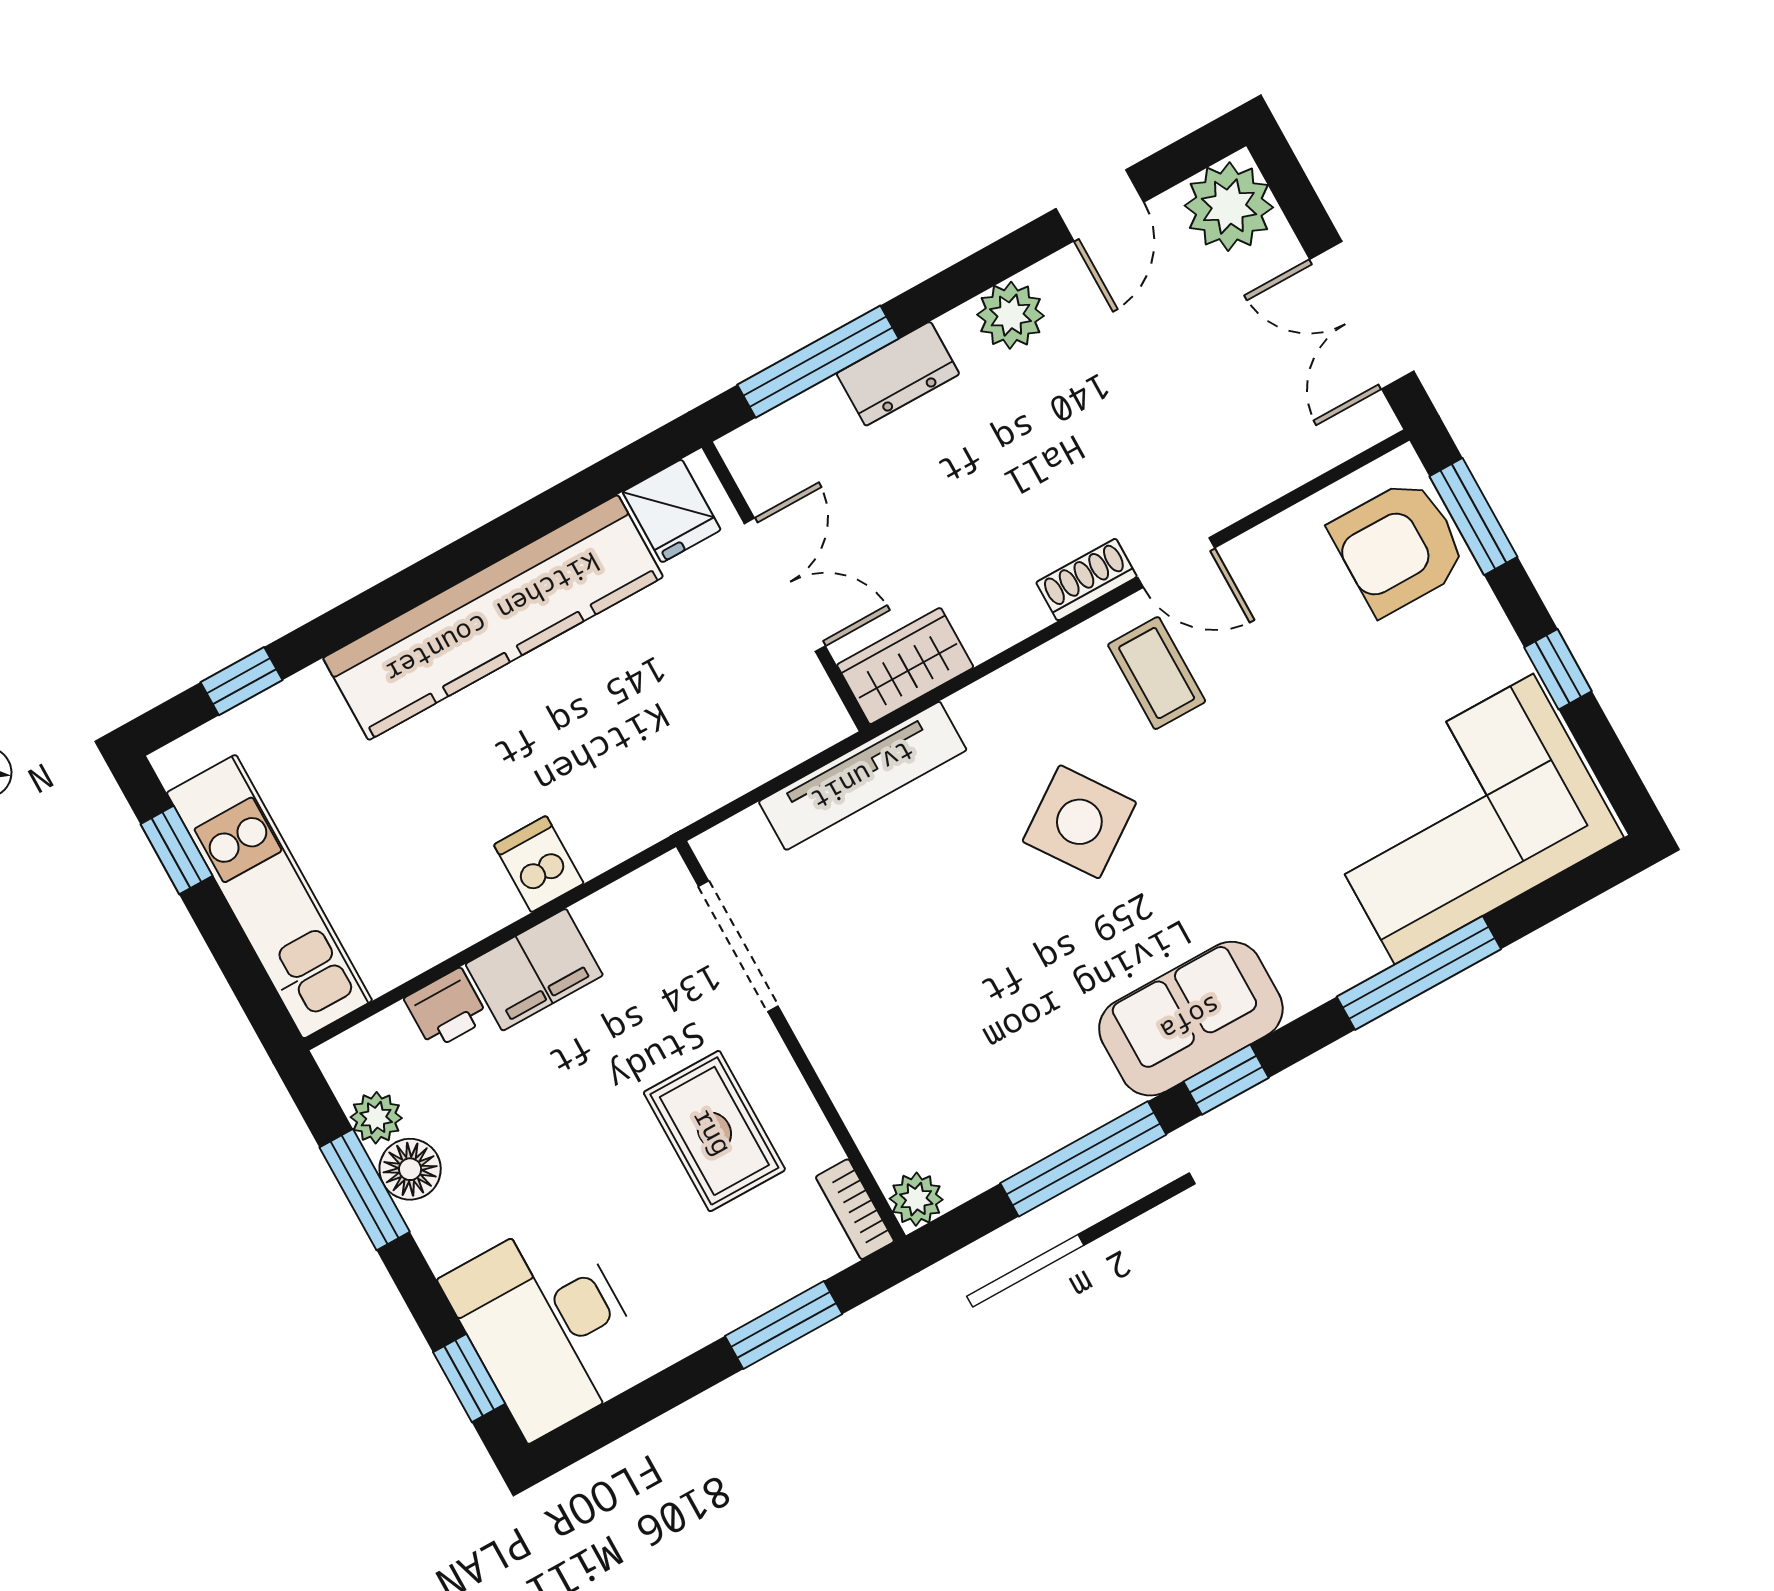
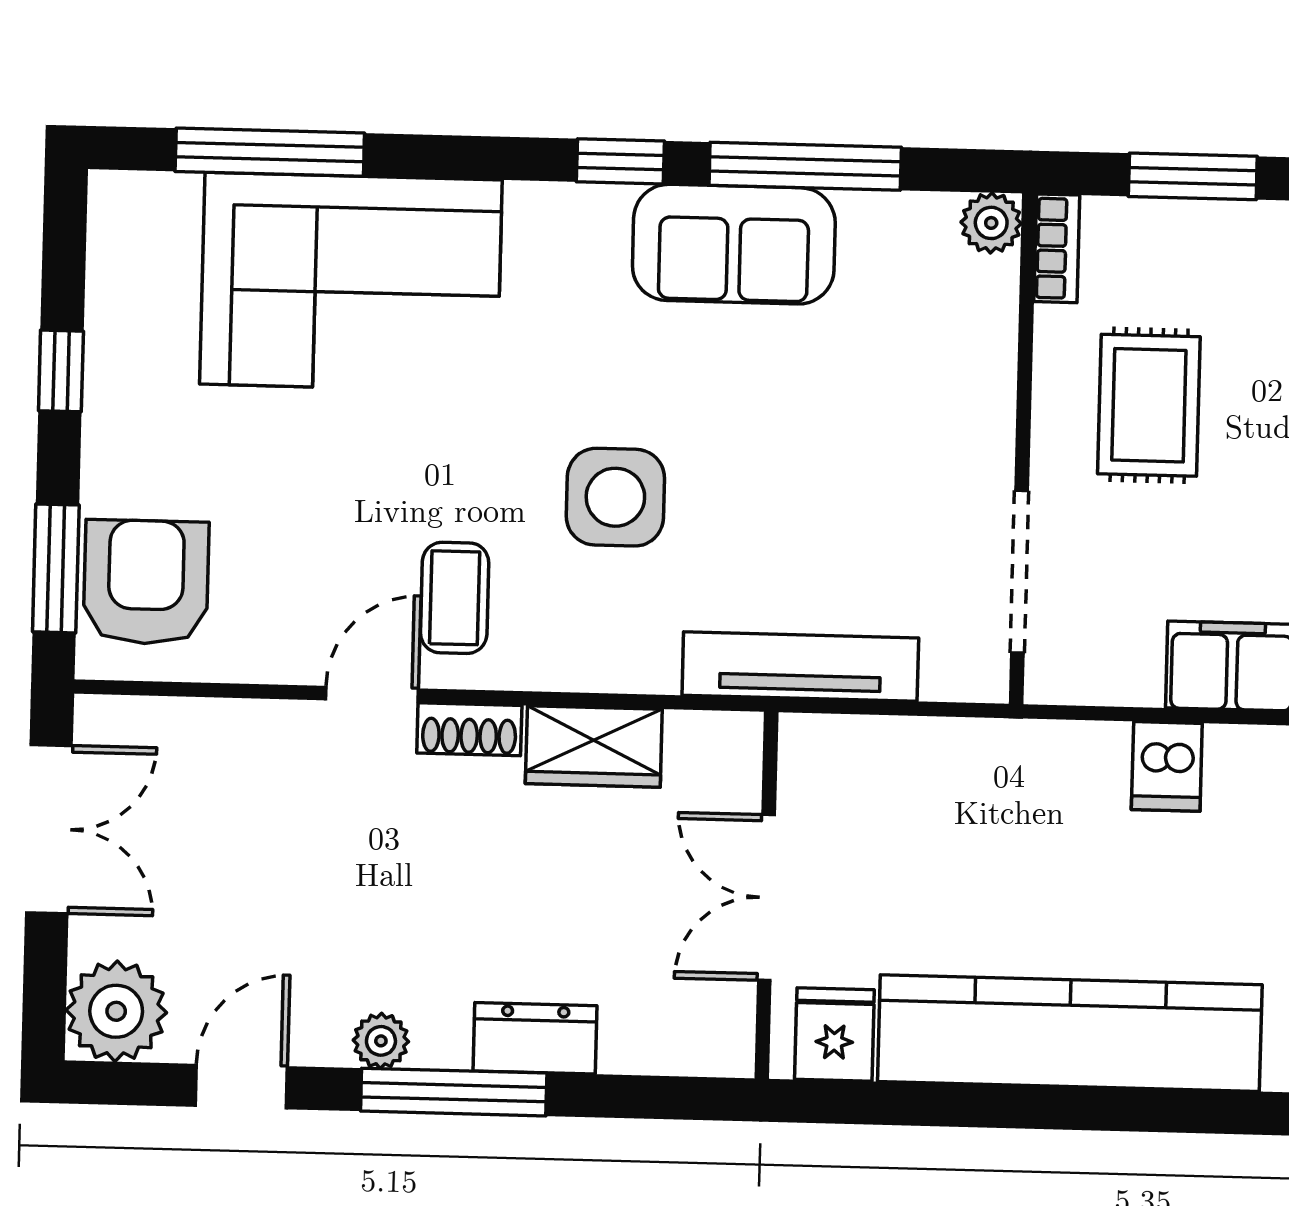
plant: (1010, 315) -> (381, 1041), width x0.73, depth x0.73
window: (818, 362) -> (454, 1092), moved
armchair: (1399, 547) -> (146, 582), turned -90
door: (1176, 563) -> (372, 694), hinge flipped
wardrobe: (905, 666) -> (594, 746), moved
corner sofa: (1464, 819) -> (351, 282), moved
side table: (1079, 822) -> (615, 497), turned 35
window: (1419, 973) -> (270, 152), moved
sofa: (1191, 1019) -> (734, 244), moved

